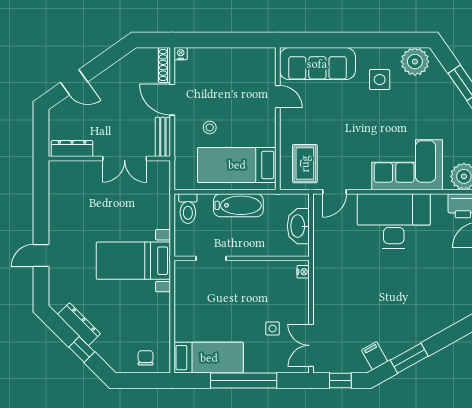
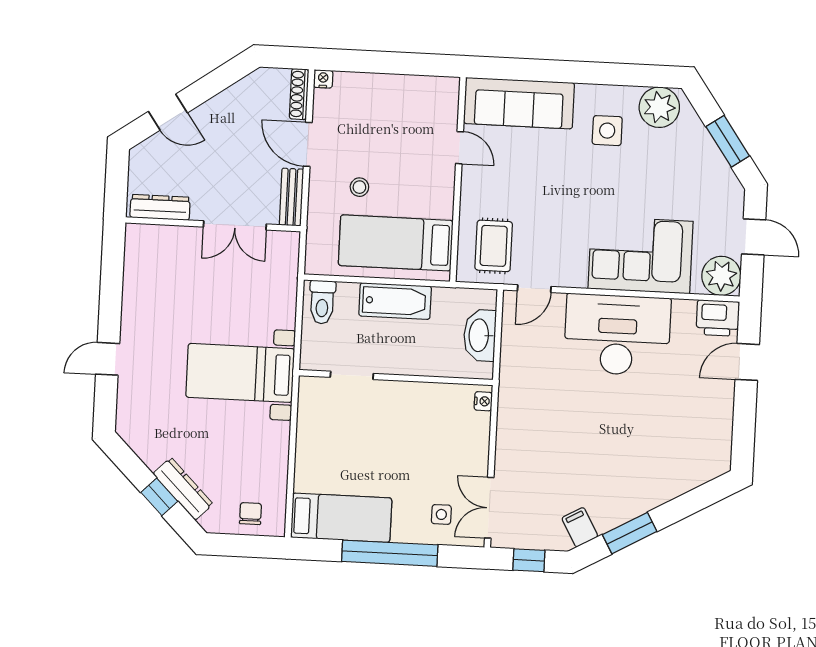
dresser: (79, 324) -> (183, 489), moved
side table: (273, 328) -> (441, 514), moved

